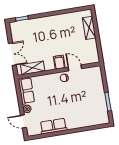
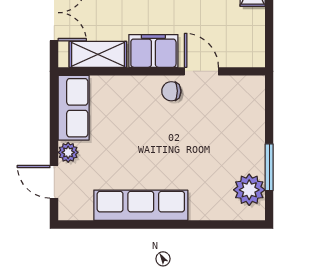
filing cabinet: (59, 62) -> (153, 51), width x2.00
plant: (101, 112) -> (249, 190), added
row of seats: (53, 126) -> (141, 205), width x1.48

